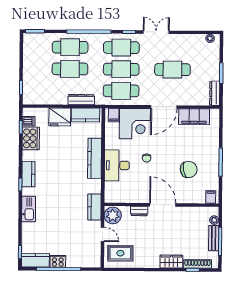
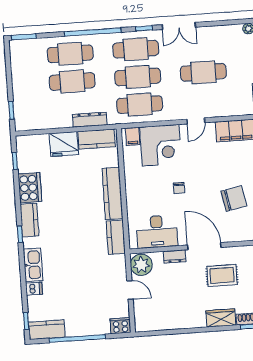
double door: (156, 32) -> (179, 26), swing flipped
door: (164, 107) -> (196, 121), width x0.53
dishwasher: (29, 121) -> (34, 289), moved
cooker: (31, 138) -> (30, 188), moved
desk: (117, 165) -> (157, 232), moved, turned -90
kitchen counter: (94, 207) -> (116, 237), moved
rug: (120, 253) -> (222, 275), moved
cooker: (58, 261) -> (120, 326), moved

